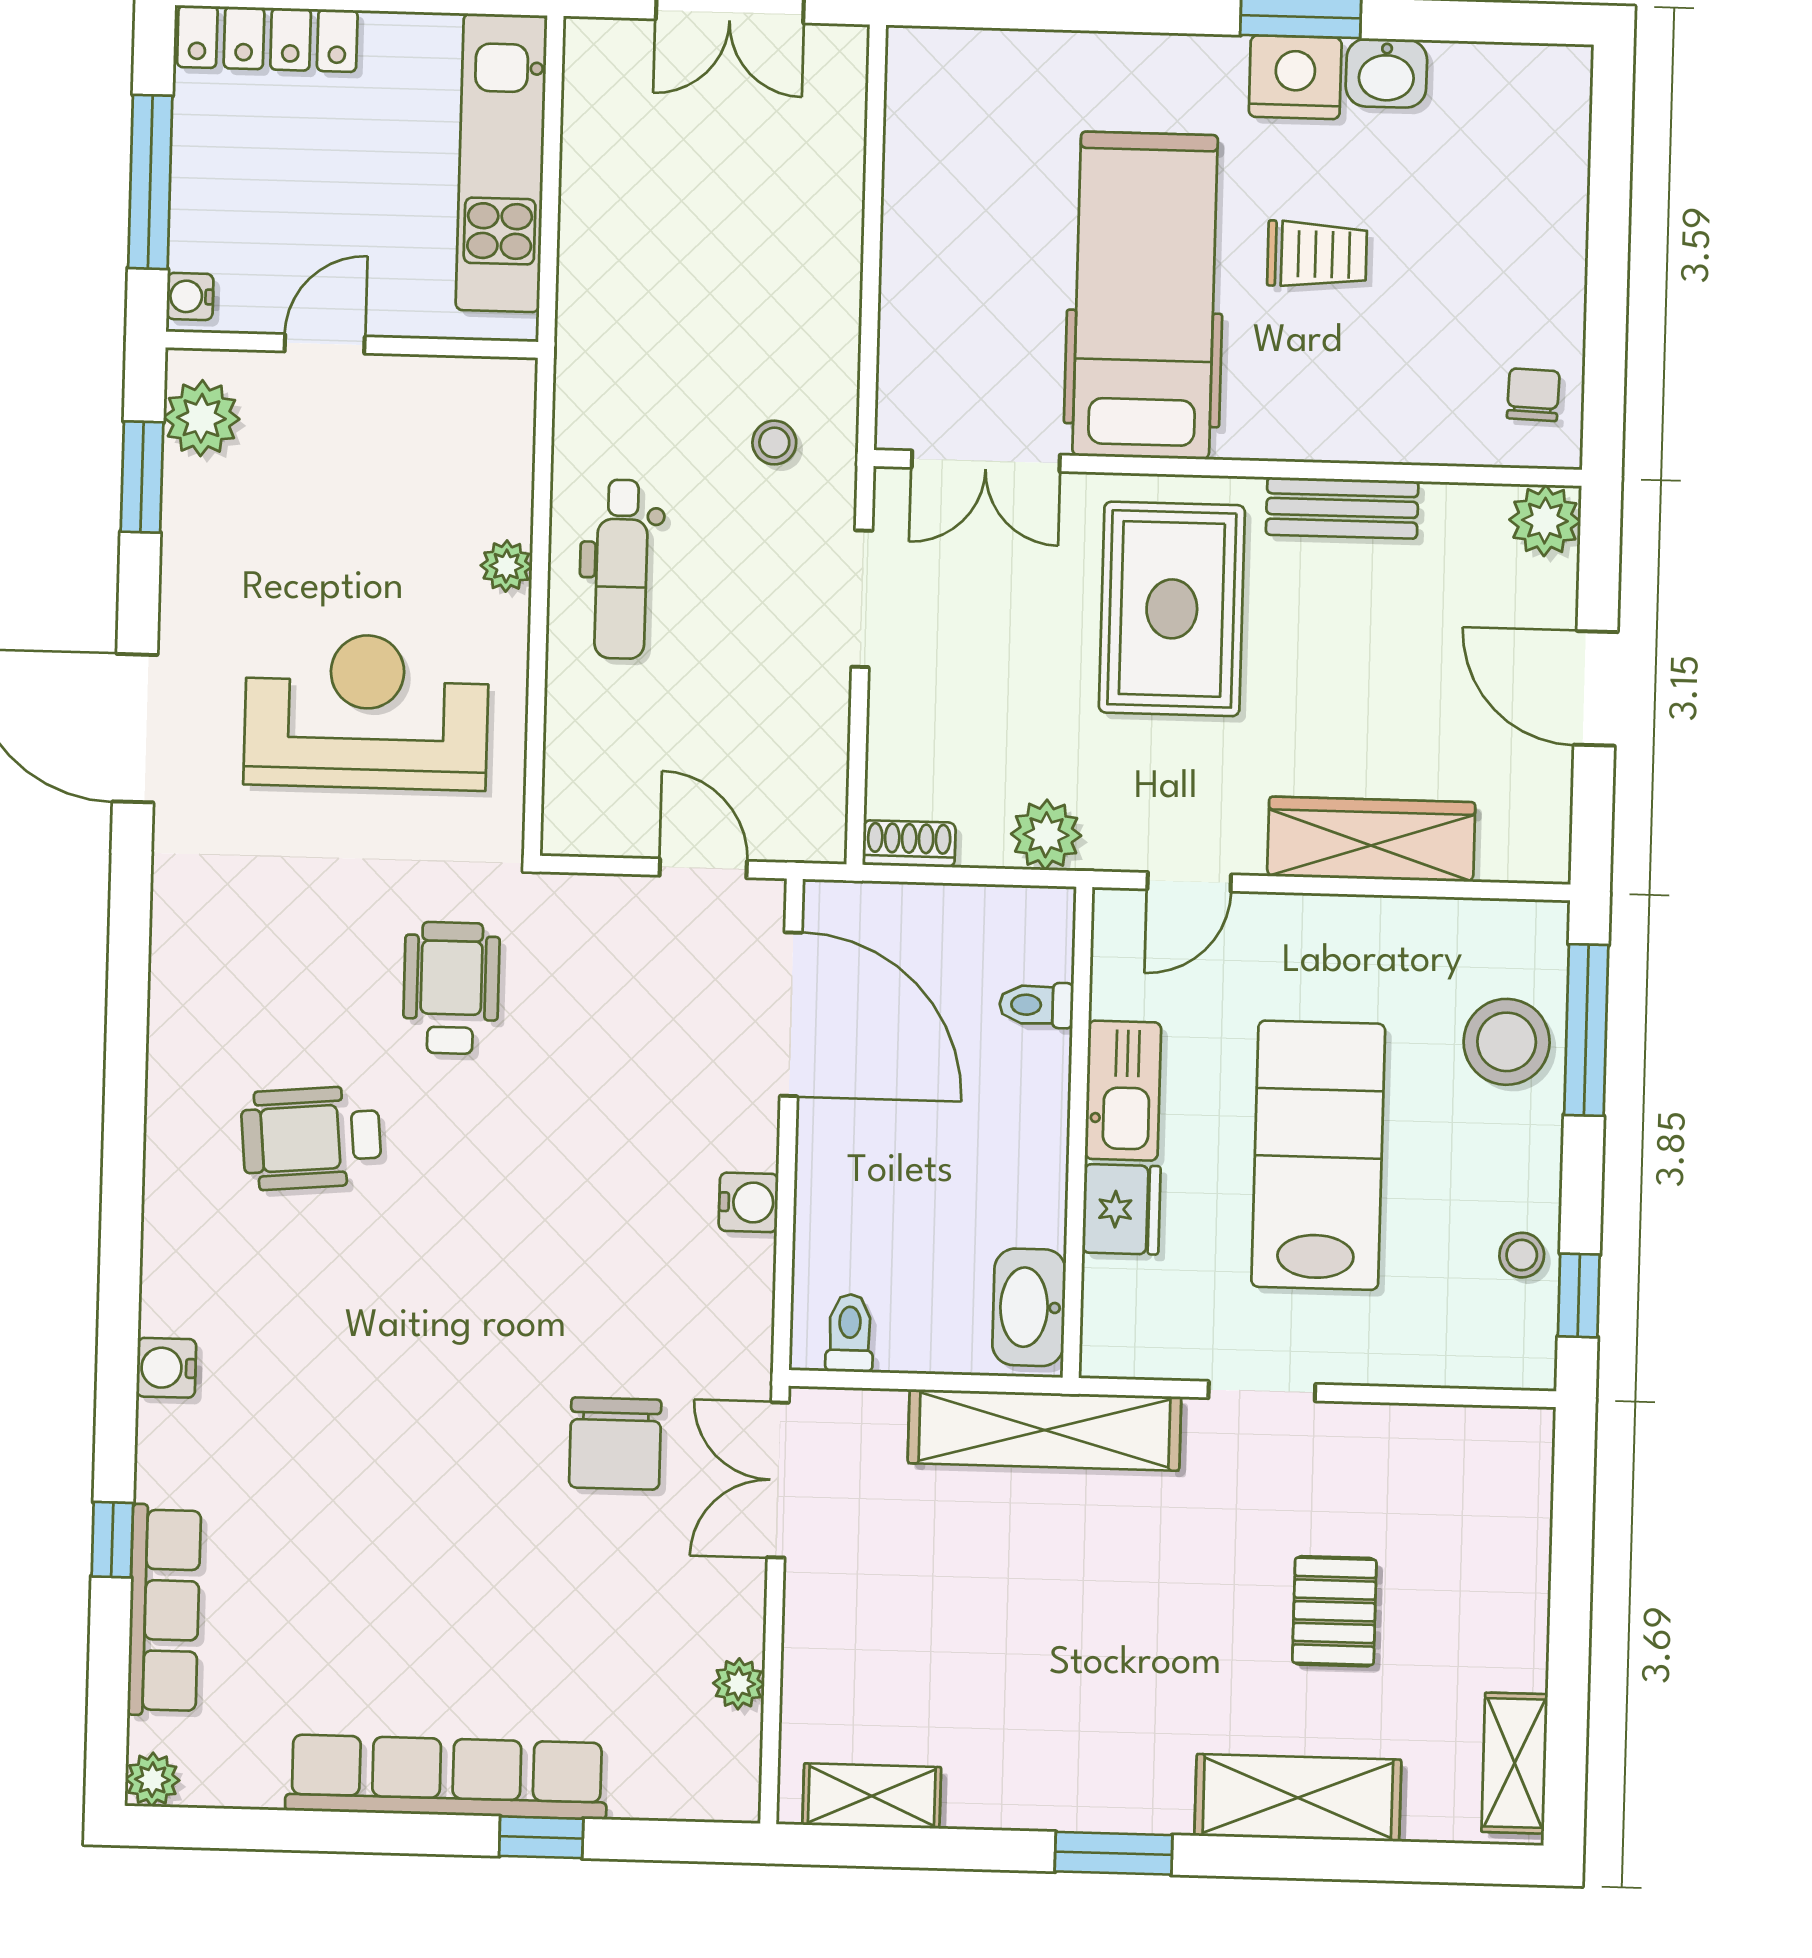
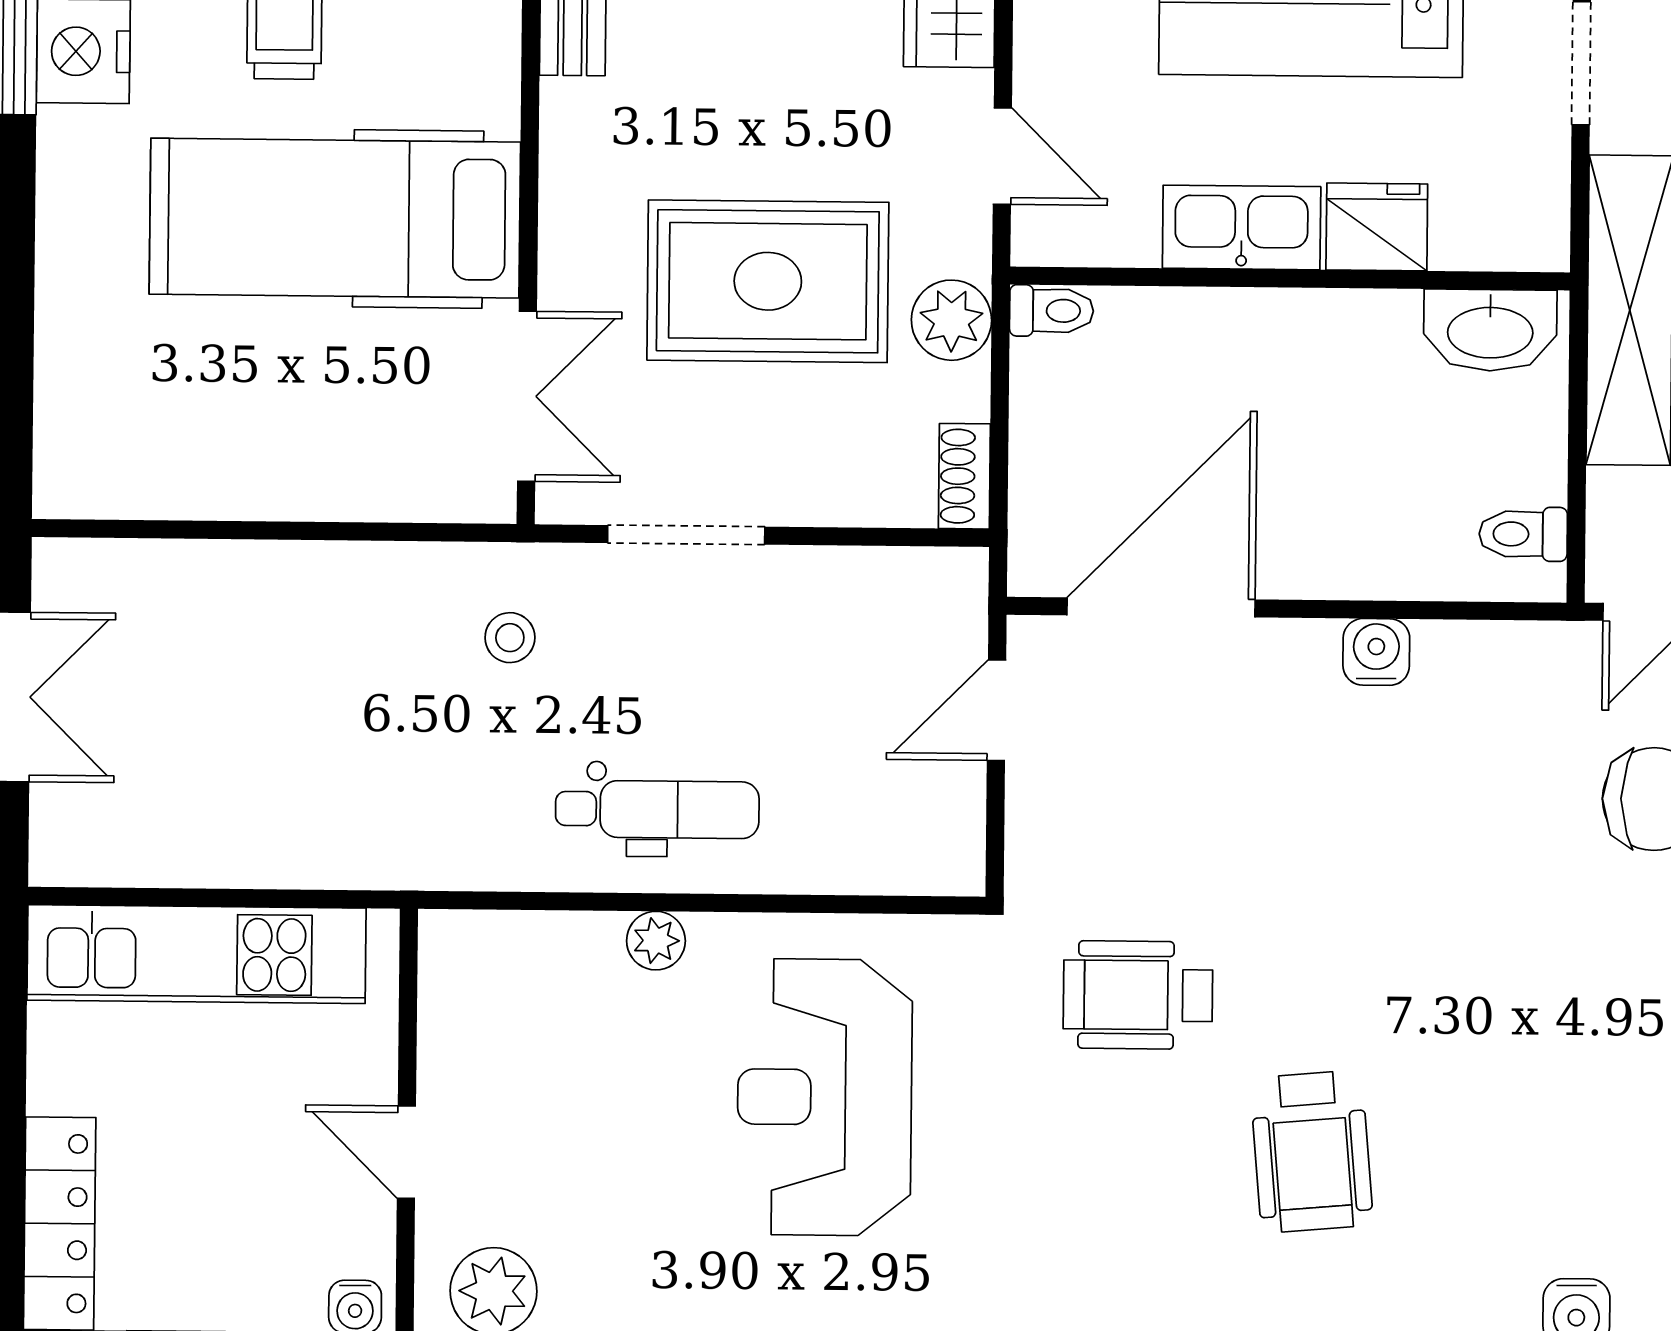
rug: (1172, 609) -> (768, 281), moved
toilet: (1036, 1005) -> (1052, 311), moved, turned -90

